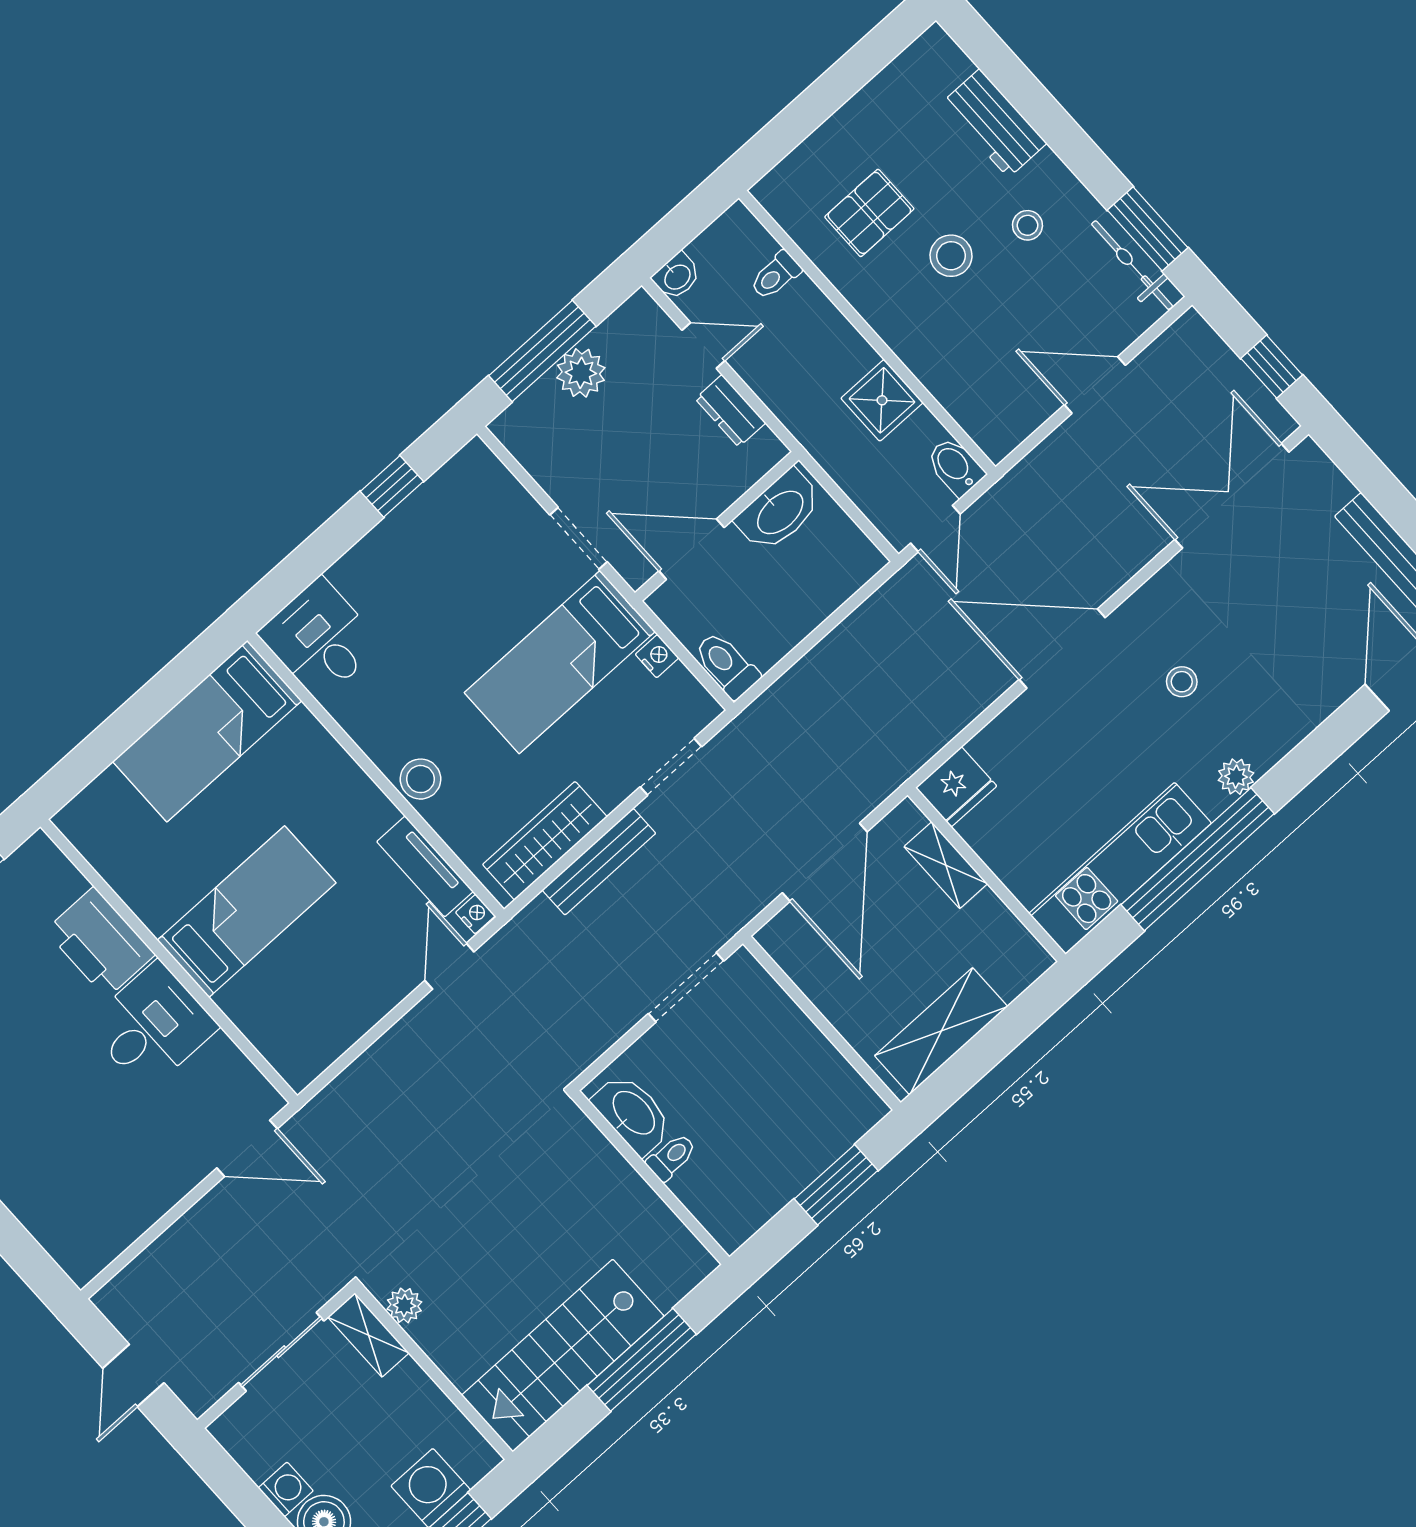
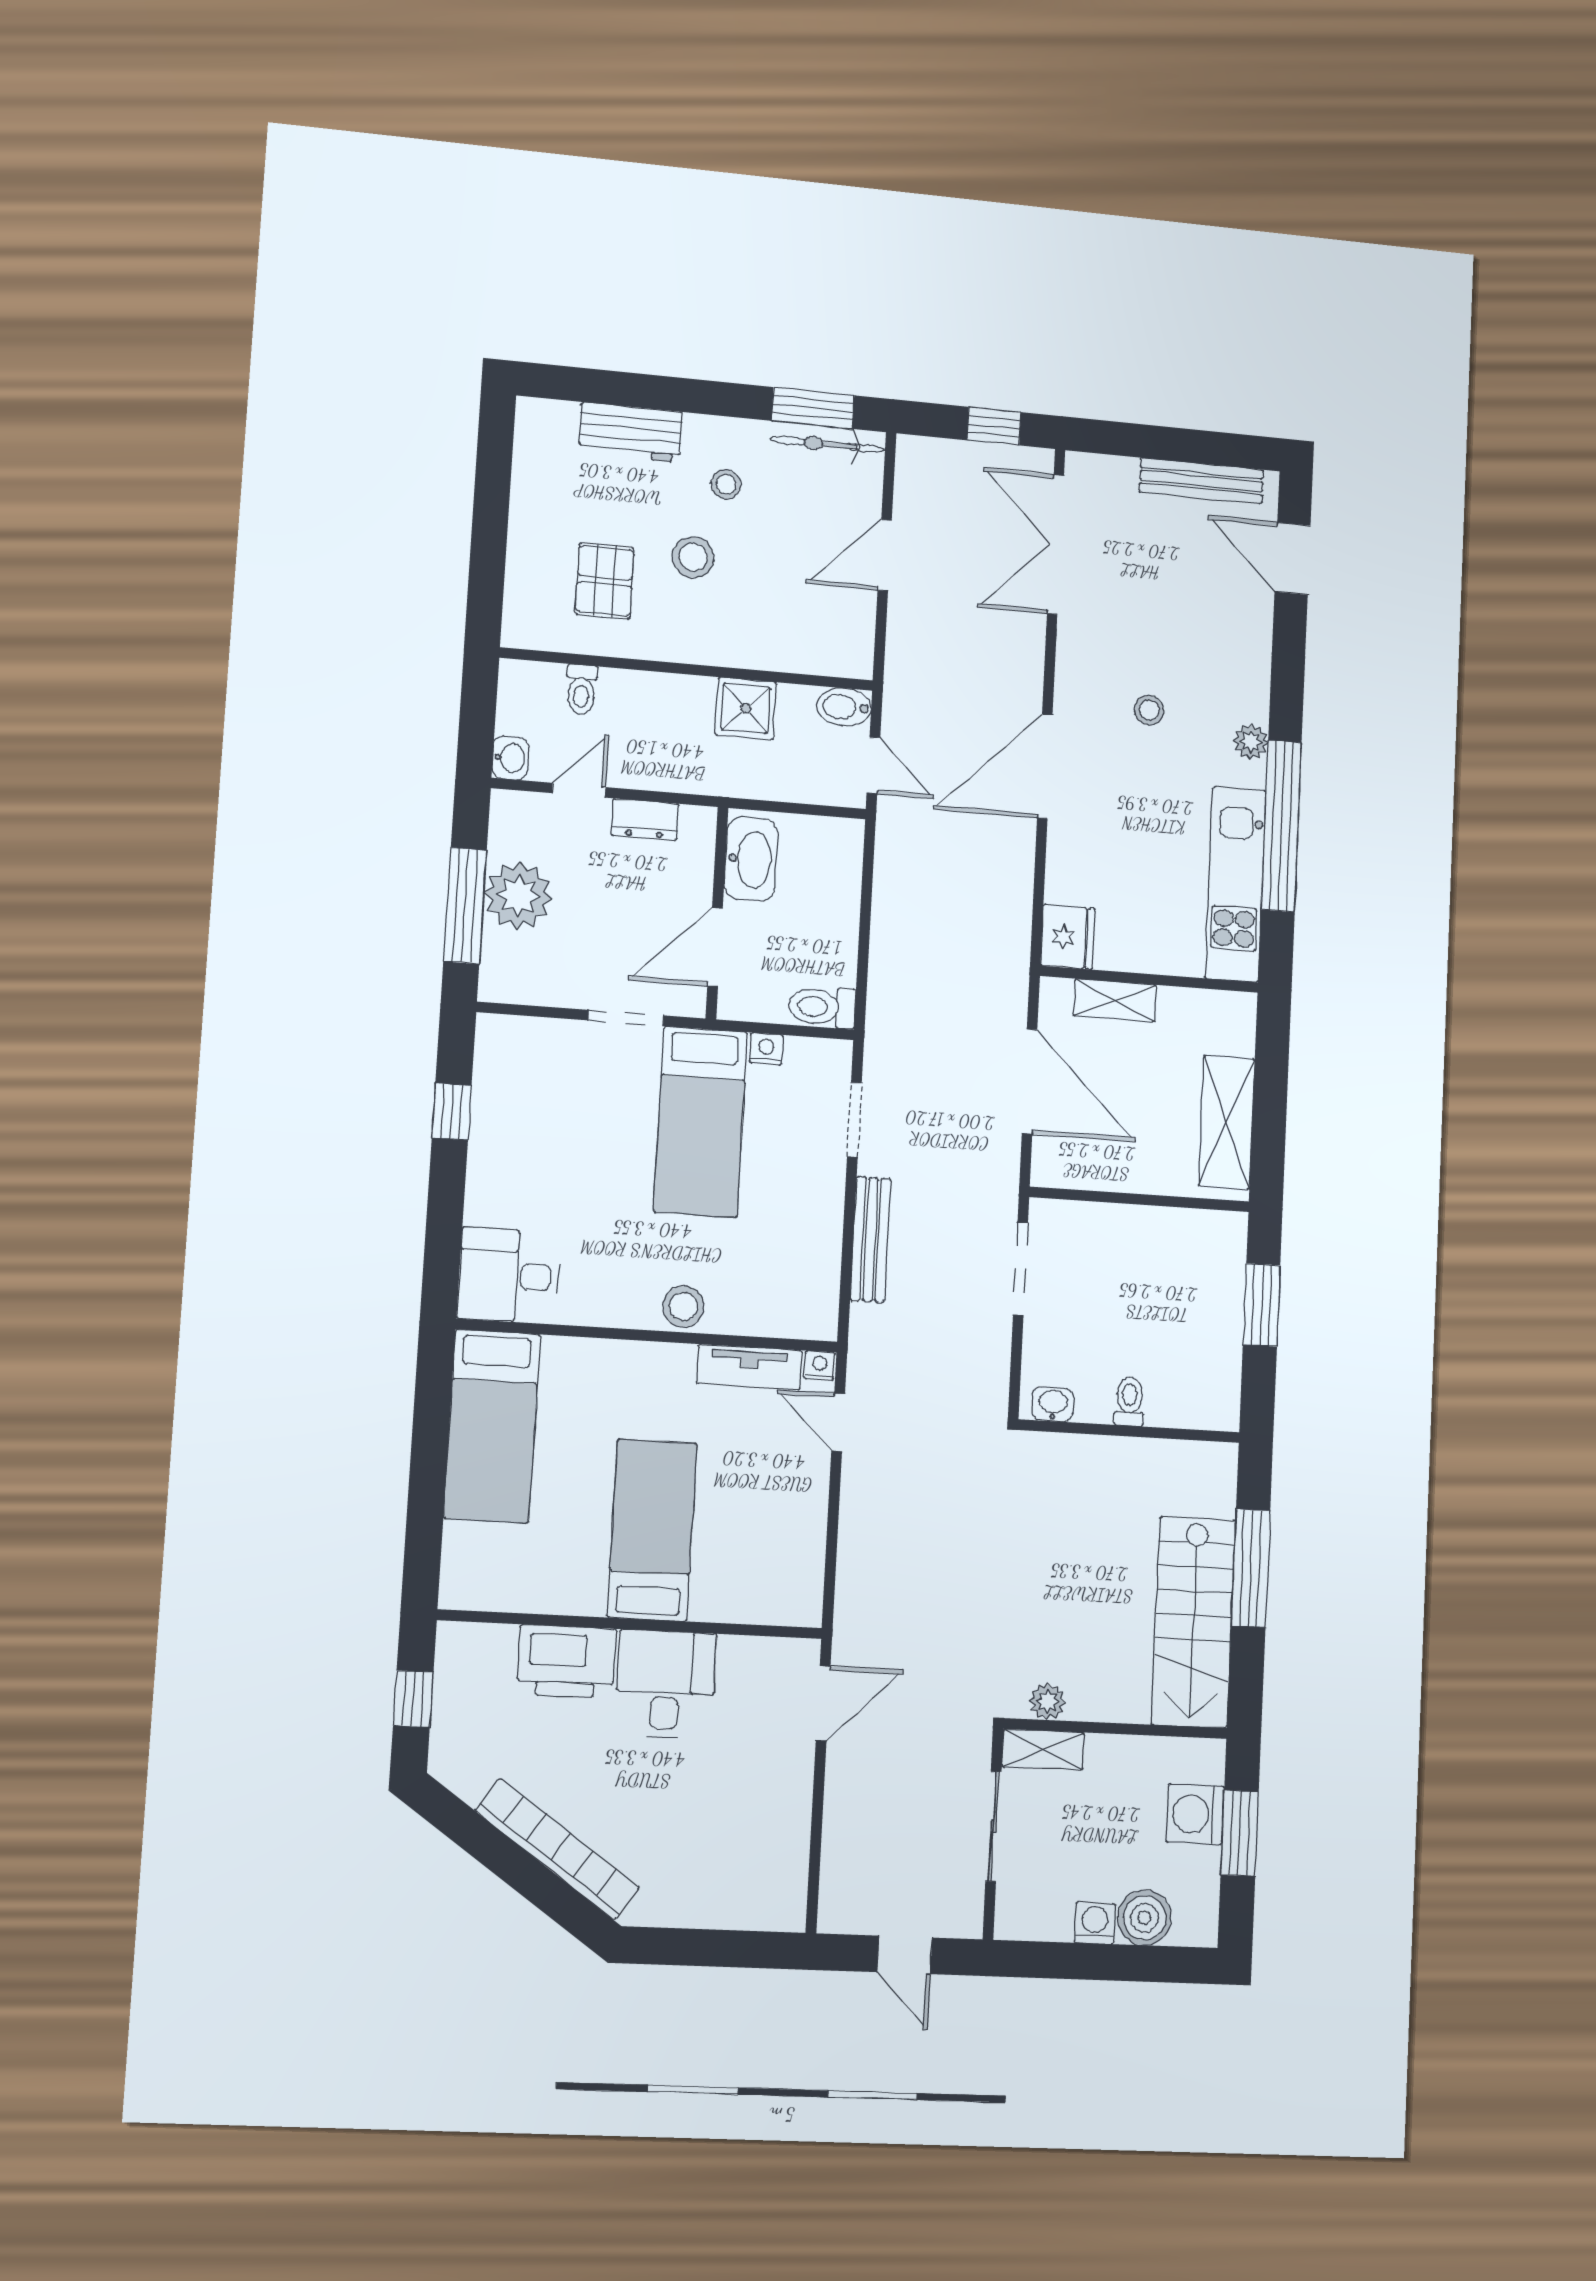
plant: (581, 373) -> (518, 896), width x1.36, depth x1.36
wardrobe: (545, 841) -> (817, 1262), removed
washbasin: (633, 1114) -> (1053, 1404), width x0.52, depth x0.69

